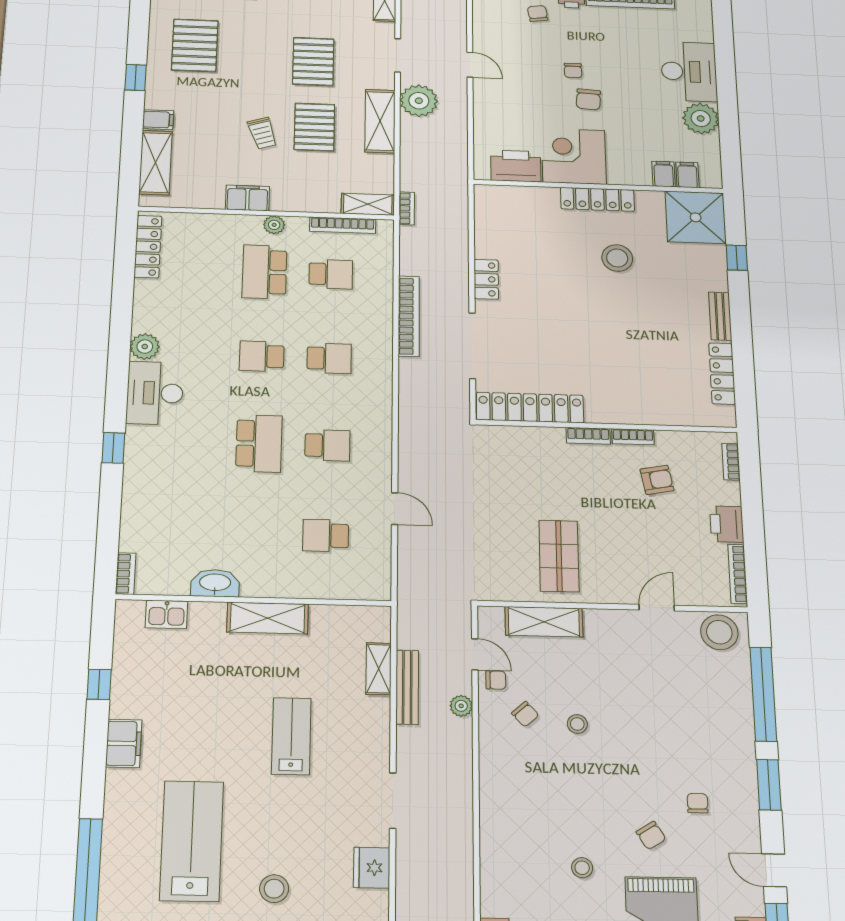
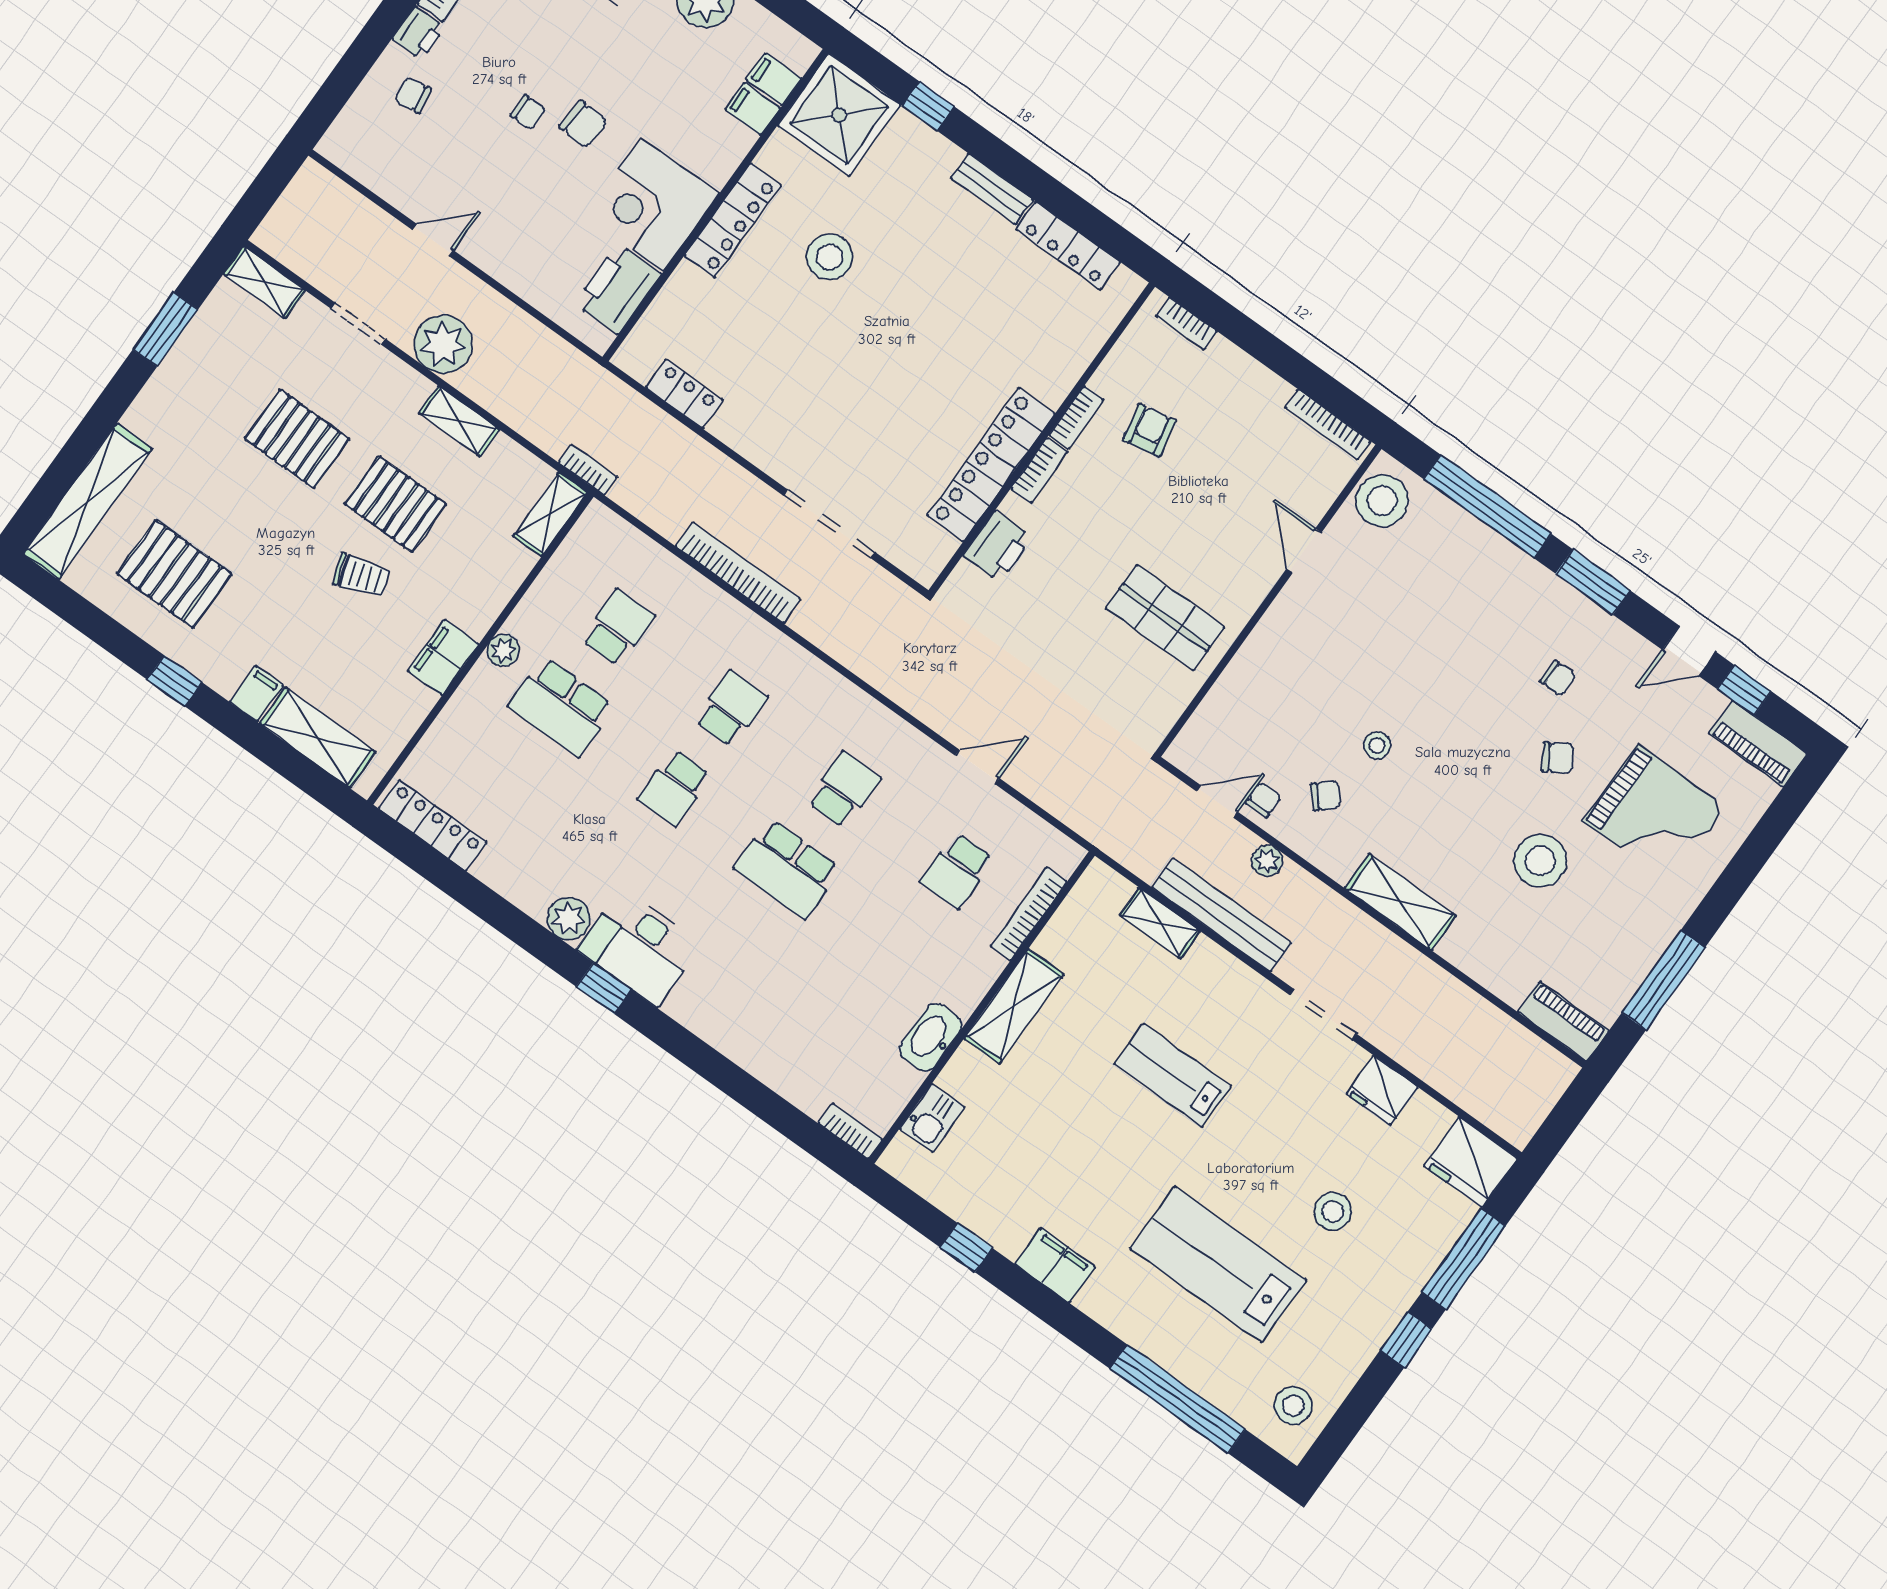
shelving: (380, 121) -> (459, 421), width x0.67, depth x0.75
bookcase: (343, 225) -> (1029, 914), moved, turned 180
locker: (486, 279) -> (684, 394), moved
locker: (530, 408) -> (991, 465), moved
school desk: (259, 443) -> (787, 869), turned 180
window: (113, 448) -> (604, 988), moved
printer: (727, 524) -> (998, 546), moved, turned -90
shelving: (544, 622) -> (1400, 902), moved, turned 90
bench: (407, 687) -> (1221, 915), width x1.37, depth x1.21
chair: (698, 803) -> (1558, 678), turned 180
stool: (582, 868) -> (1540, 861), width x1.89, depth x1.89

